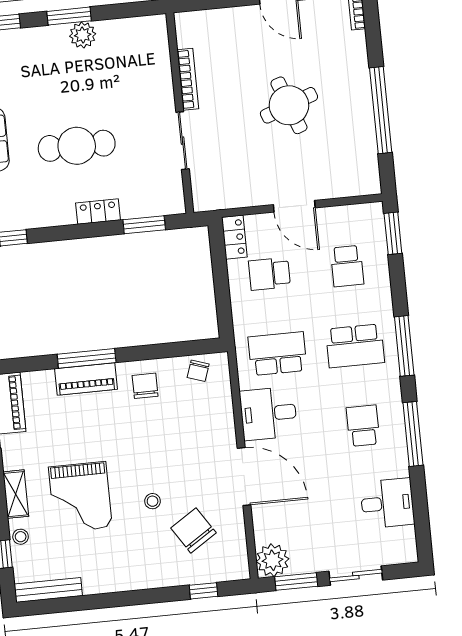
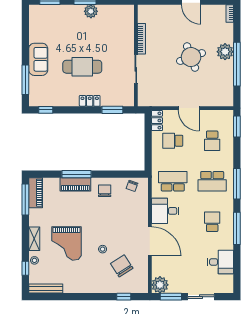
plant: (355, 88) -> (225, 52), added

